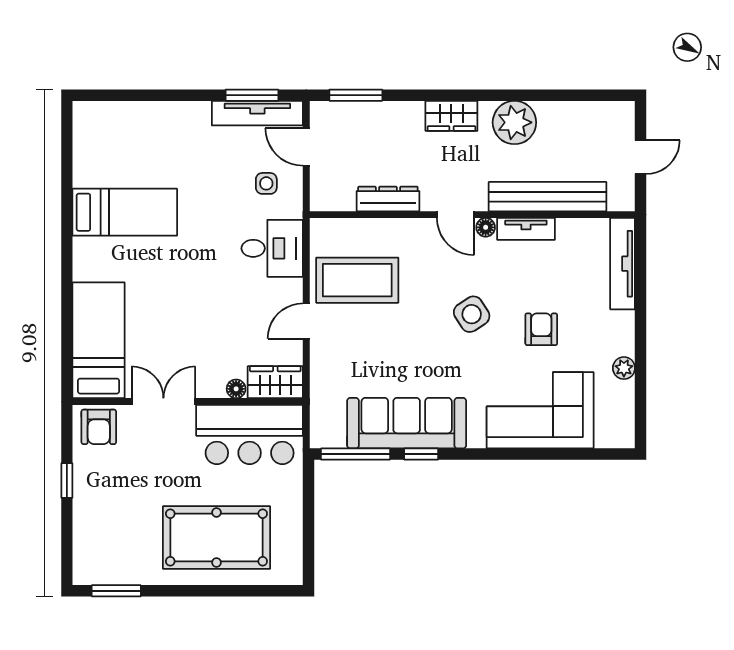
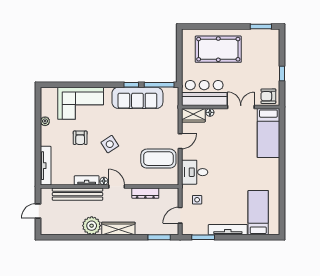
tv unit: (257, 113) -> (228, 230), moved
wardrobe: (451, 116) -> (118, 228), width x1.50
door: (306, 147) -> (180, 215), swing flipped
bed: (125, 212) -> (258, 213), moved, turned 90
double door: (163, 402) -> (241, 107), swing flipped
armchair: (99, 427) -> (268, 96), turned -90

